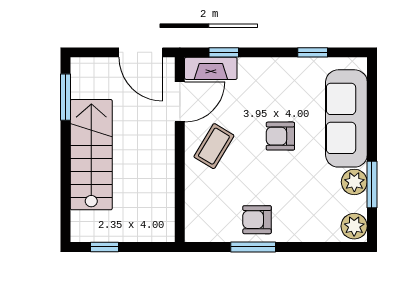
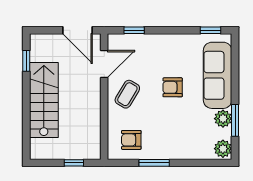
window: (313, 52) -> (210, 30), moved
fireplace: (211, 68) -> (125, 41), removed
window: (66, 97) -> (26, 61), width x0.67
armchair: (257, 220) -> (131, 140), moved
window: (105, 247) -> (74, 163), moved

